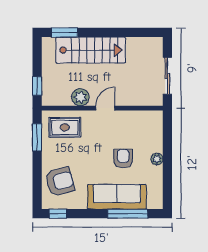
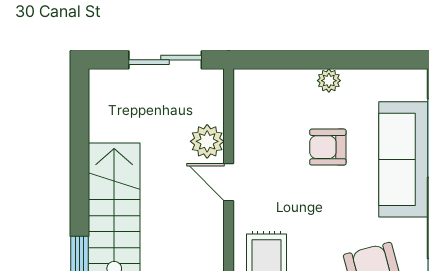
plant: (80, 97) -> (207, 141), moved

